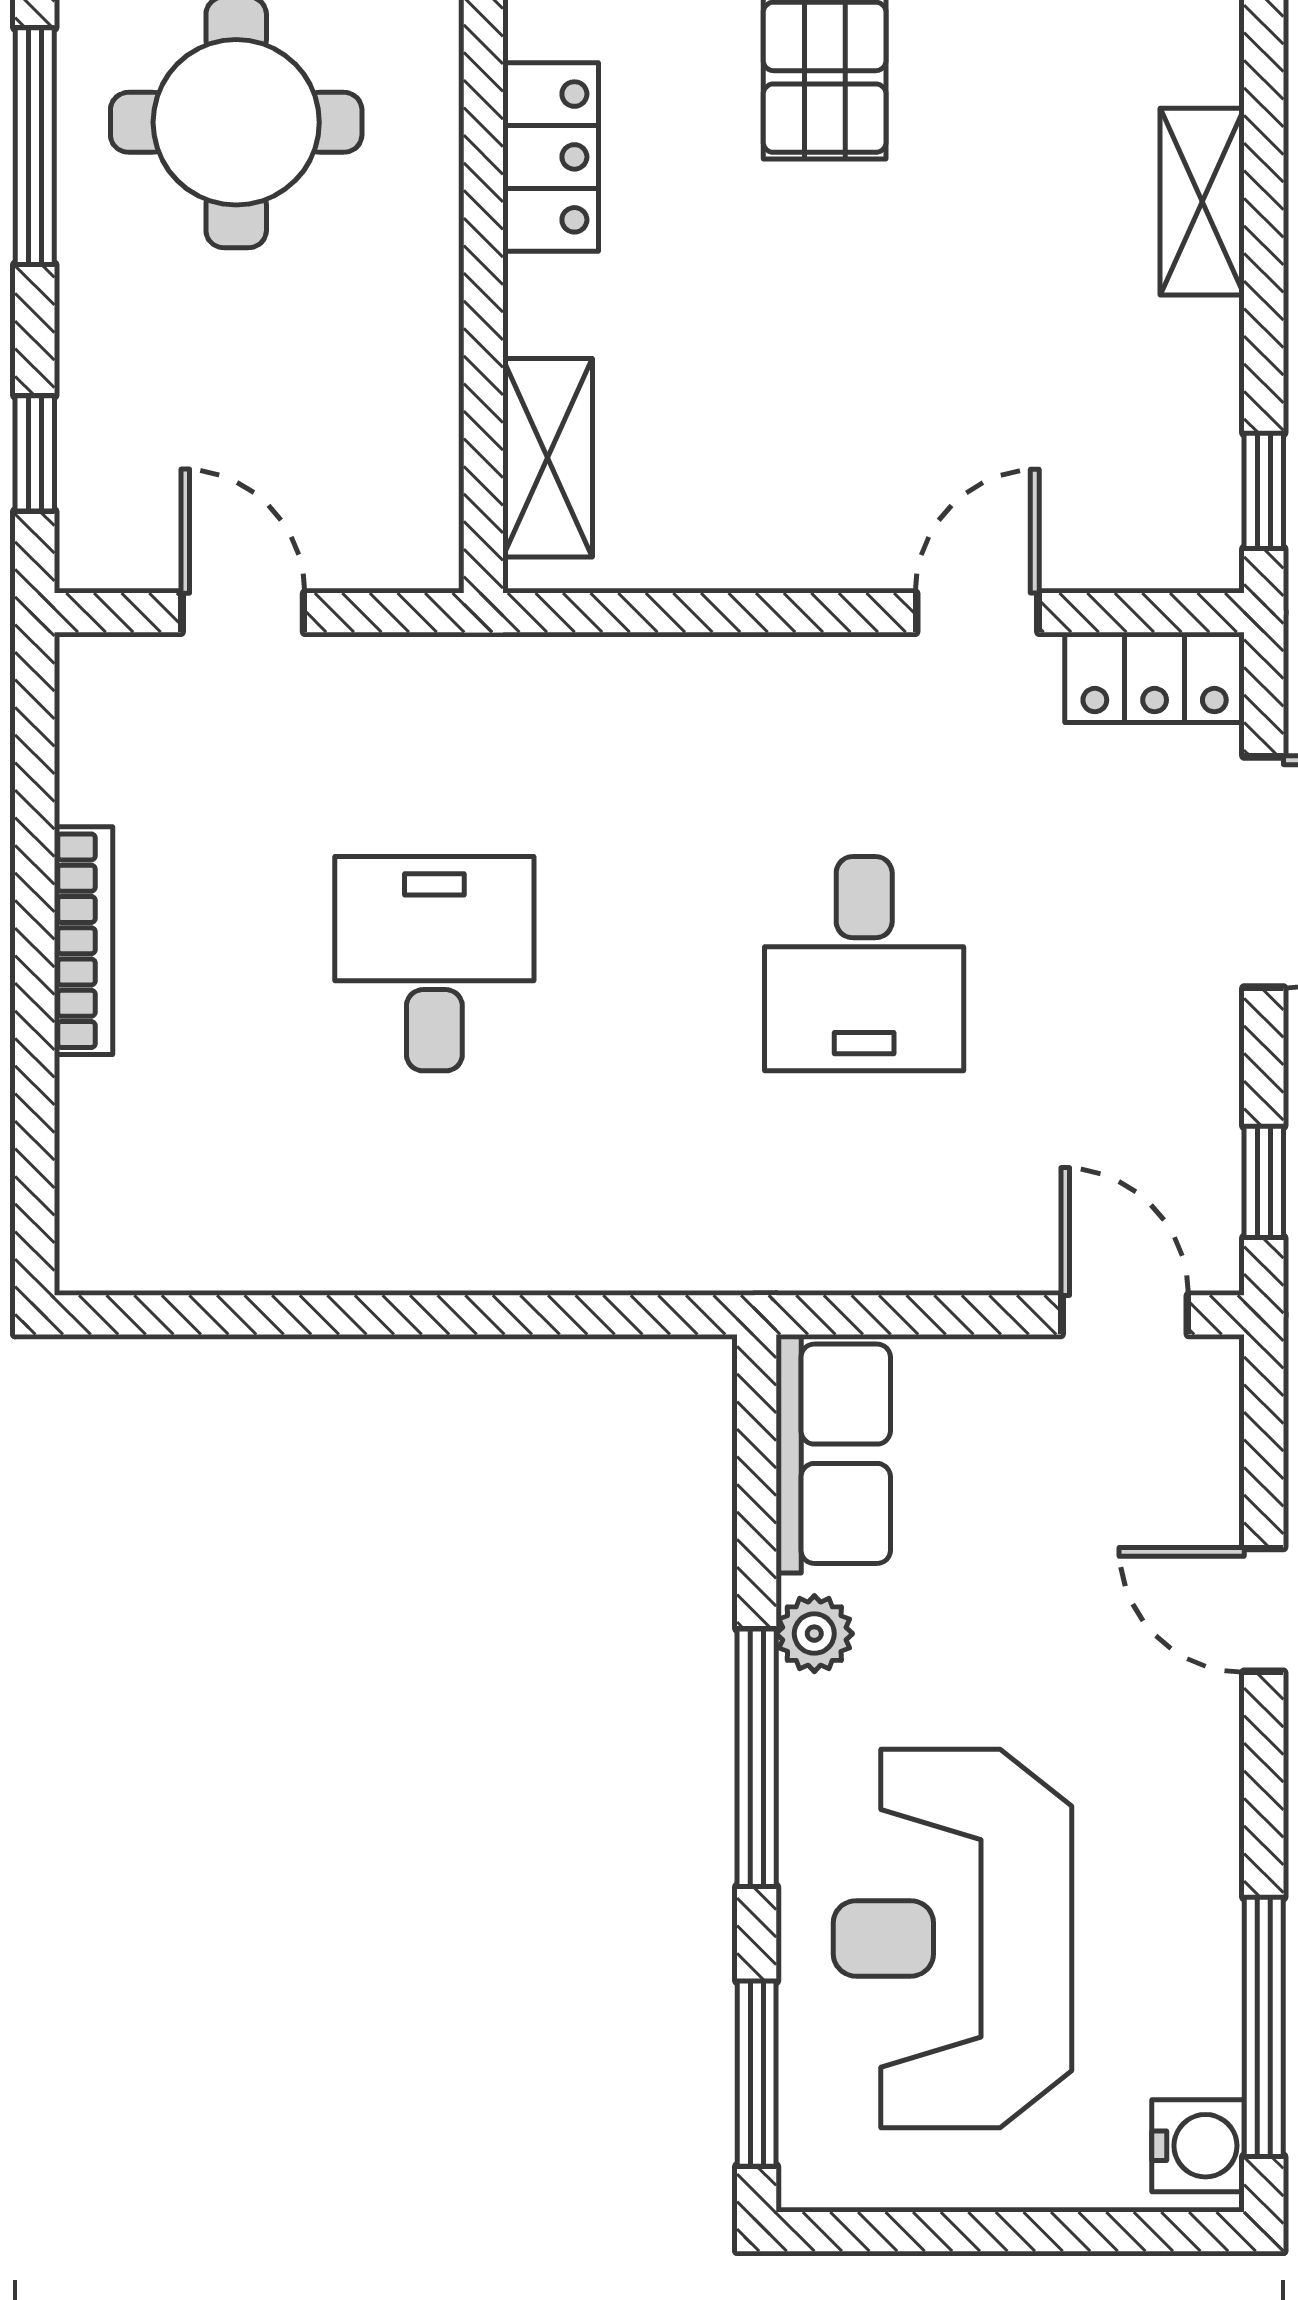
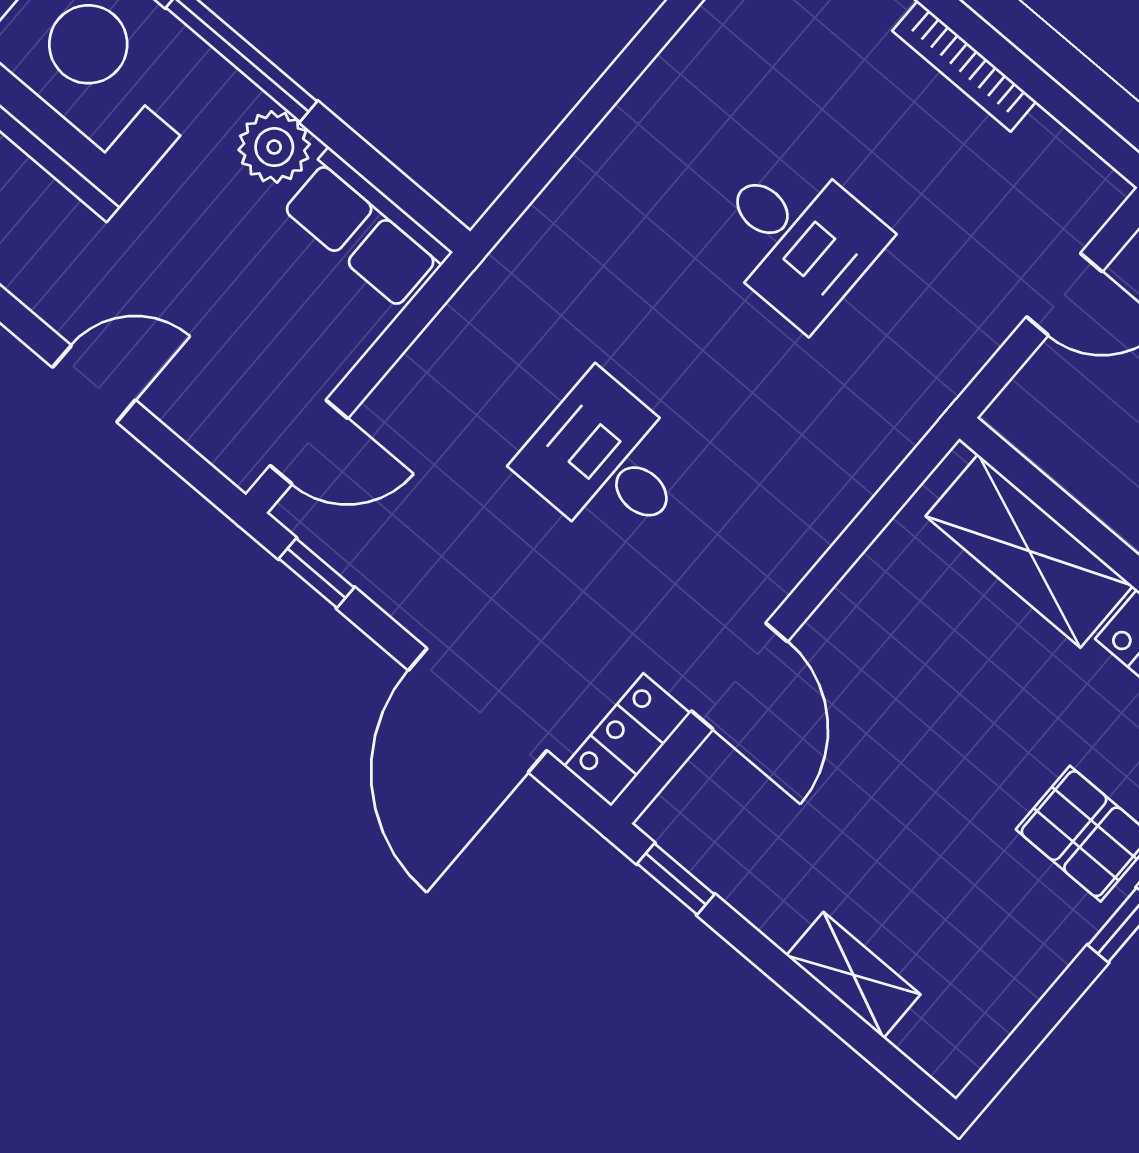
shelving: (548, 458) -> (1029, 551), width x1.50, depth x1.33
door: (977, 613) -> (739, 676), width x1.38
plant: (814, 1634) -> (274, 147), width x1.38, depth x1.38

